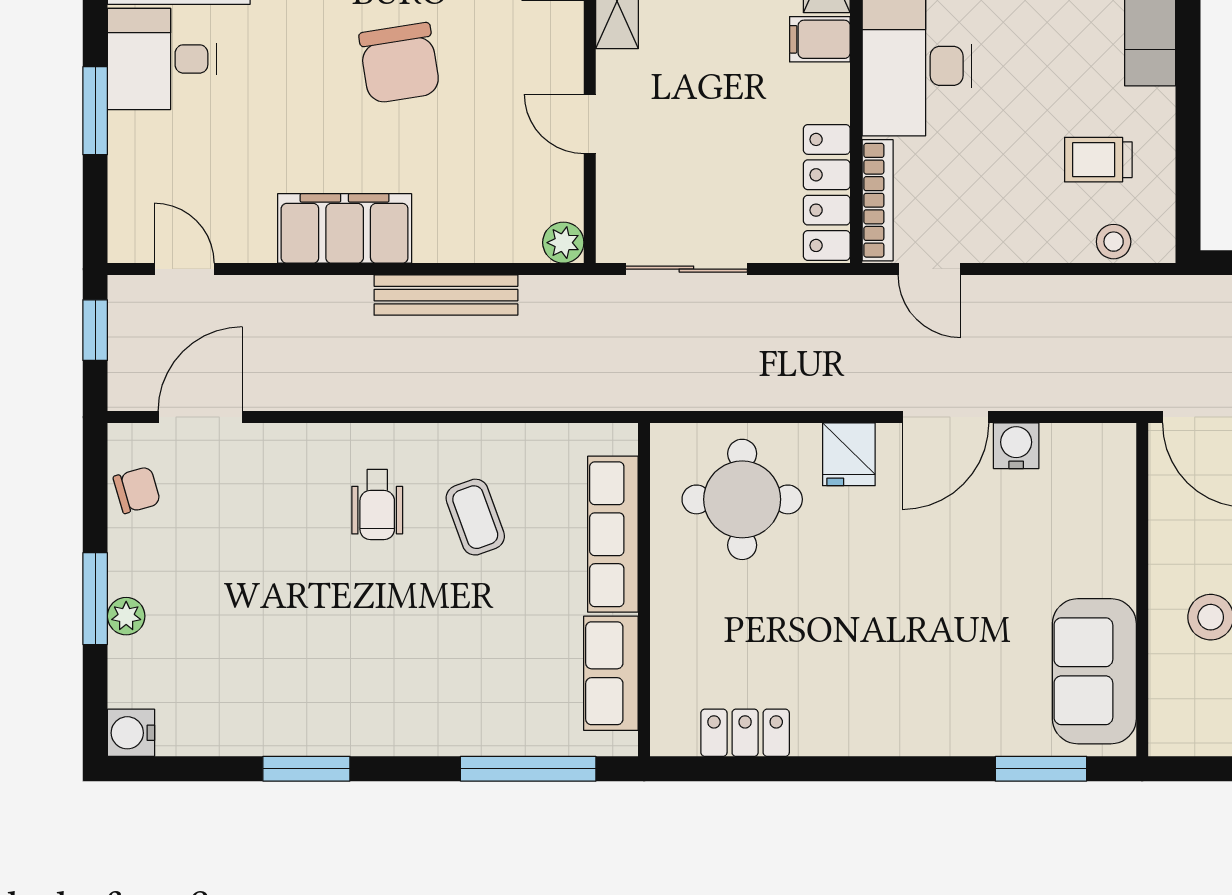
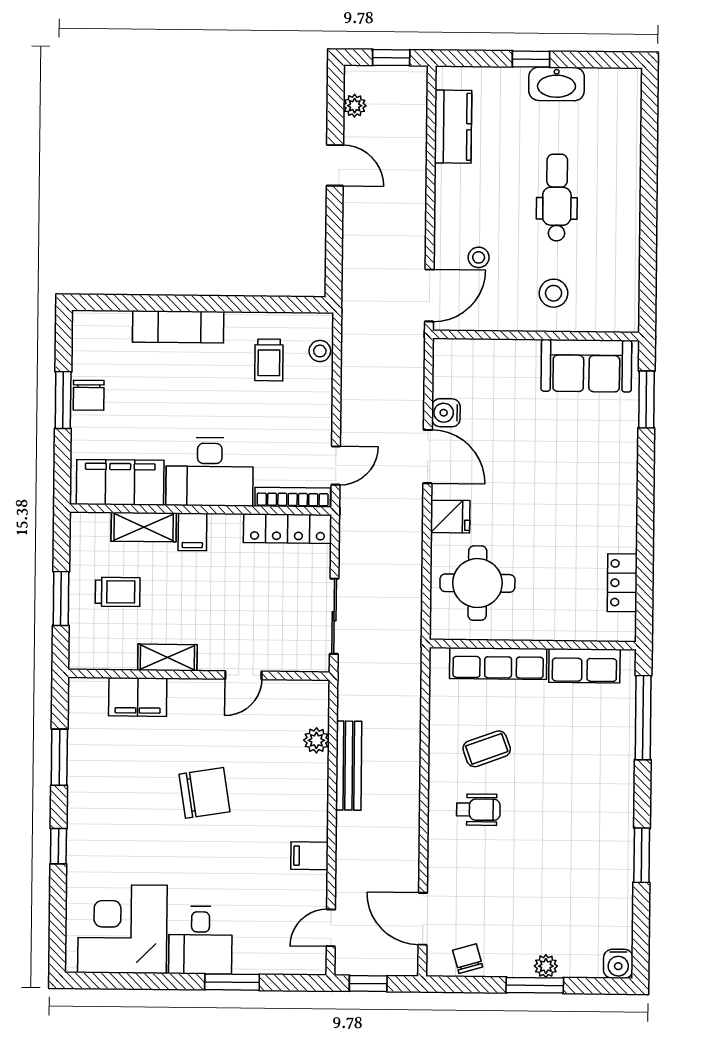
filing cabinet: (345, 228) -> (309, 856), width x0.33, depth x0.86
plant: (563, 243) -> (316, 740), moved

